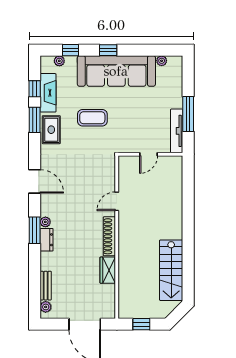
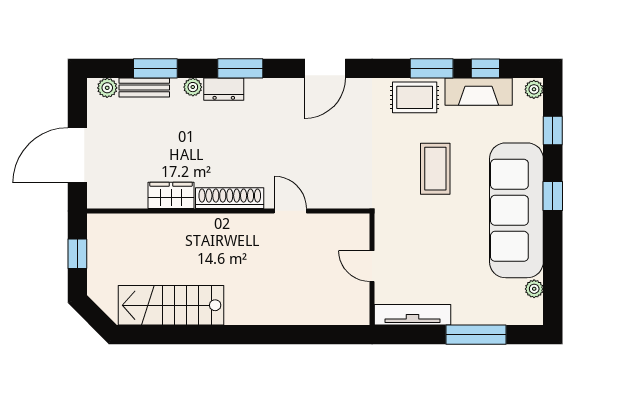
plant: (59, 61) -> (534, 89), moved
window: (188, 114) -> (476, 335), moved
plant: (45, 222) -> (193, 87), moved
window: (35, 279) -> (155, 68), added

